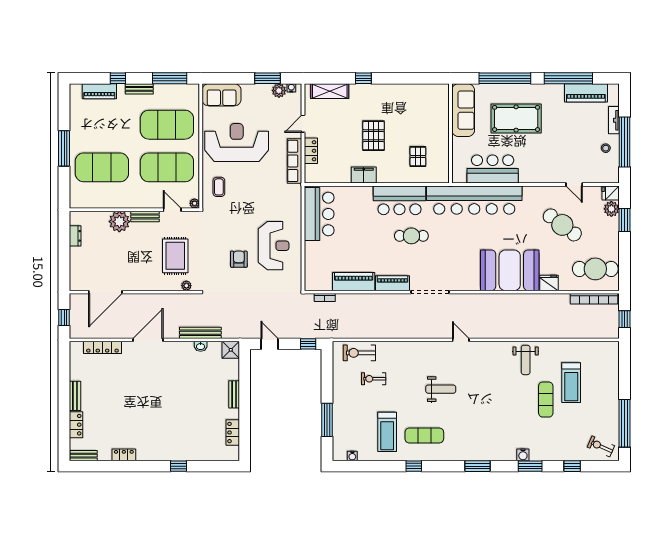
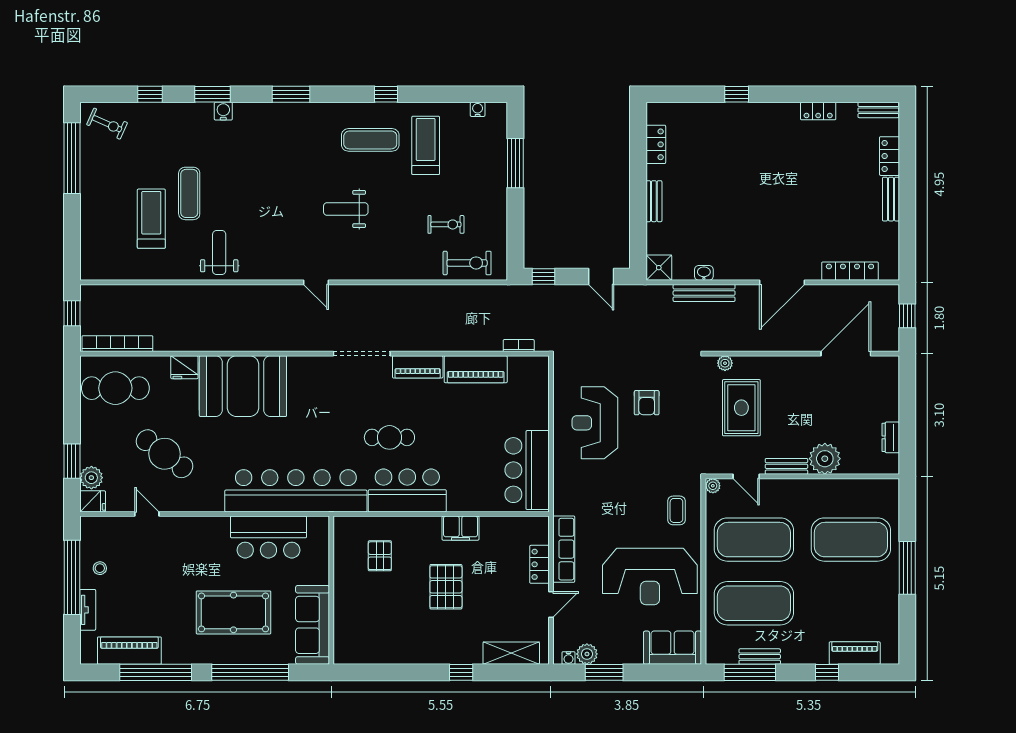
bench: (139, 89) -> (760, 657), moved

